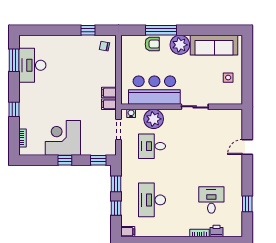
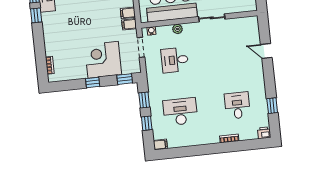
window: (14, 109) -> (36, 15), moved
plant: (154, 119) -> (177, 29), width x0.53, depth x0.53
corner desk: (63, 138) -> (103, 60), moved
door: (247, 147) -> (266, 51), hinge flipped
desk: (152, 200) -> (180, 112), turned 90
printer: (216, 231) -> (264, 133), moved

